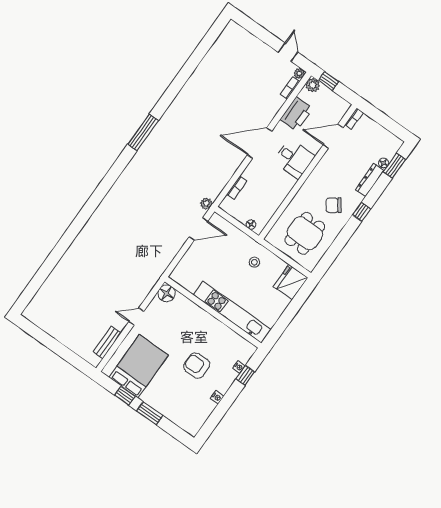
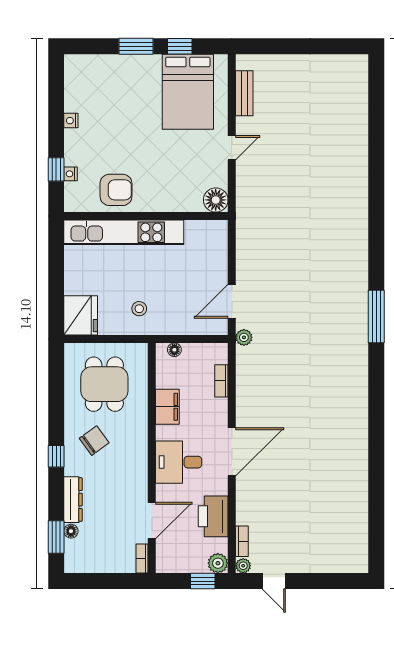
window: (143, 132) -> (376, 317), moved
filing cabinet: (278, 195) -> (167, 407), added
armchair: (197, 365) -> (116, 190), moved

